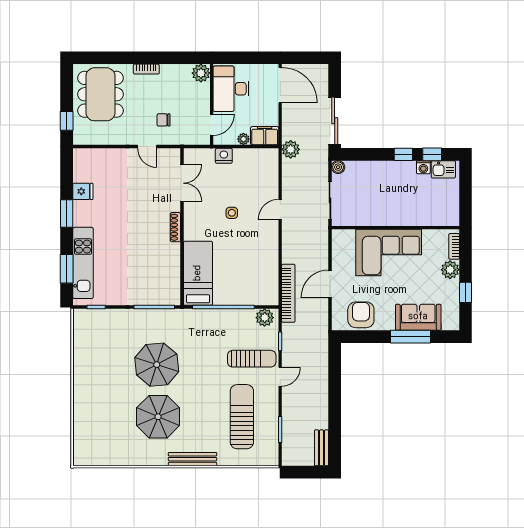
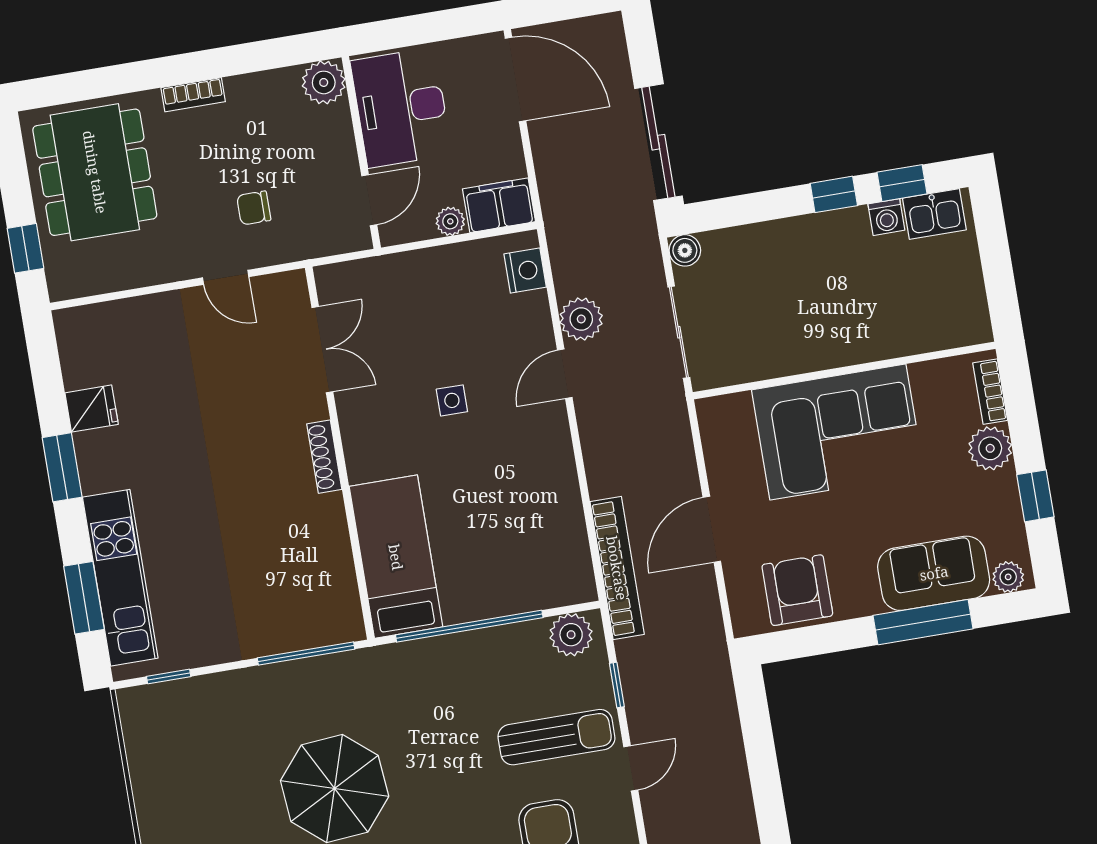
plant: (291, 149) -> (581, 319), moved
nightstand: (224, 156) -> (525, 271), moved, turned 90
plant: (449, 324) -> (1008, 577), added

